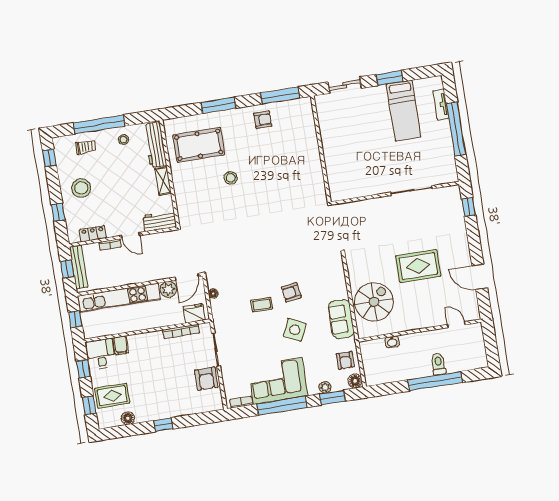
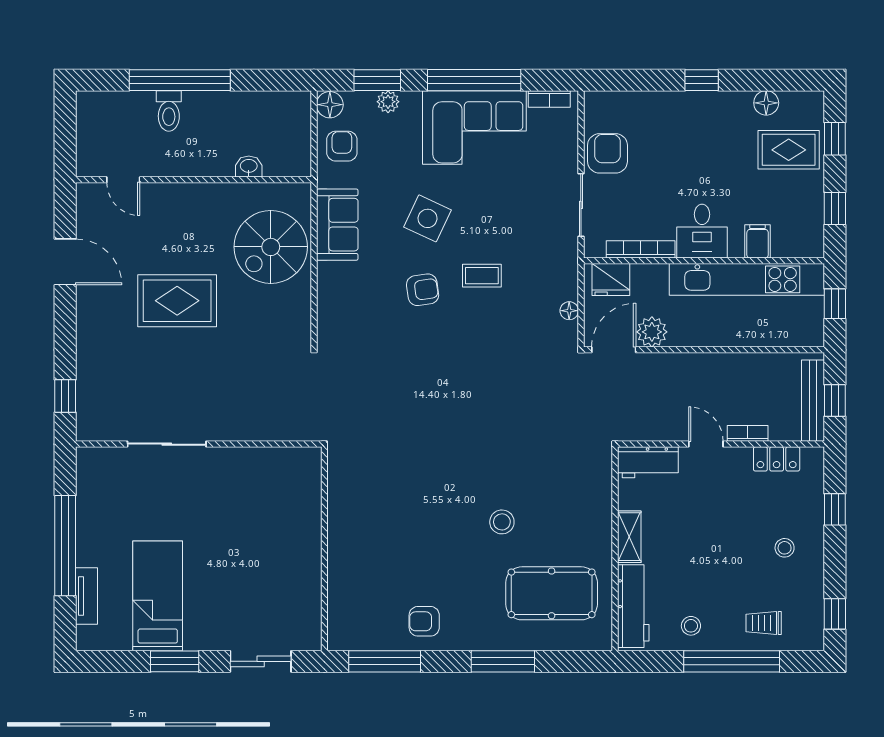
stool: (81, 188) -> (785, 548), width x0.53, depth x0.53
kitchen unit: (119, 298) -> (747, 279), moved, turned 180
desk: (101, 354) -> (702, 231), moved

